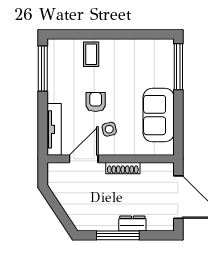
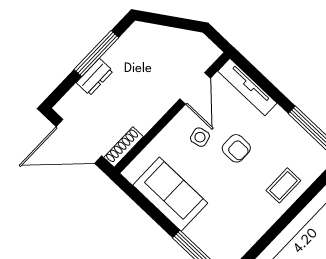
coffee table: (91, 54) -> (283, 185), turned 90
shoe rack: (123, 168) -> (123, 147), moved

